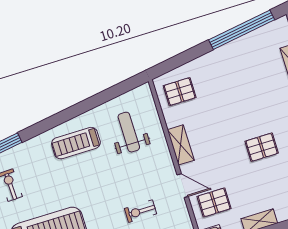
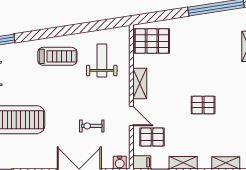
pallet: (180, 92) -> (152, 41), width x1.50, depth x1.42
treadmill: (76, 143) -> (57, 56), turned 180

